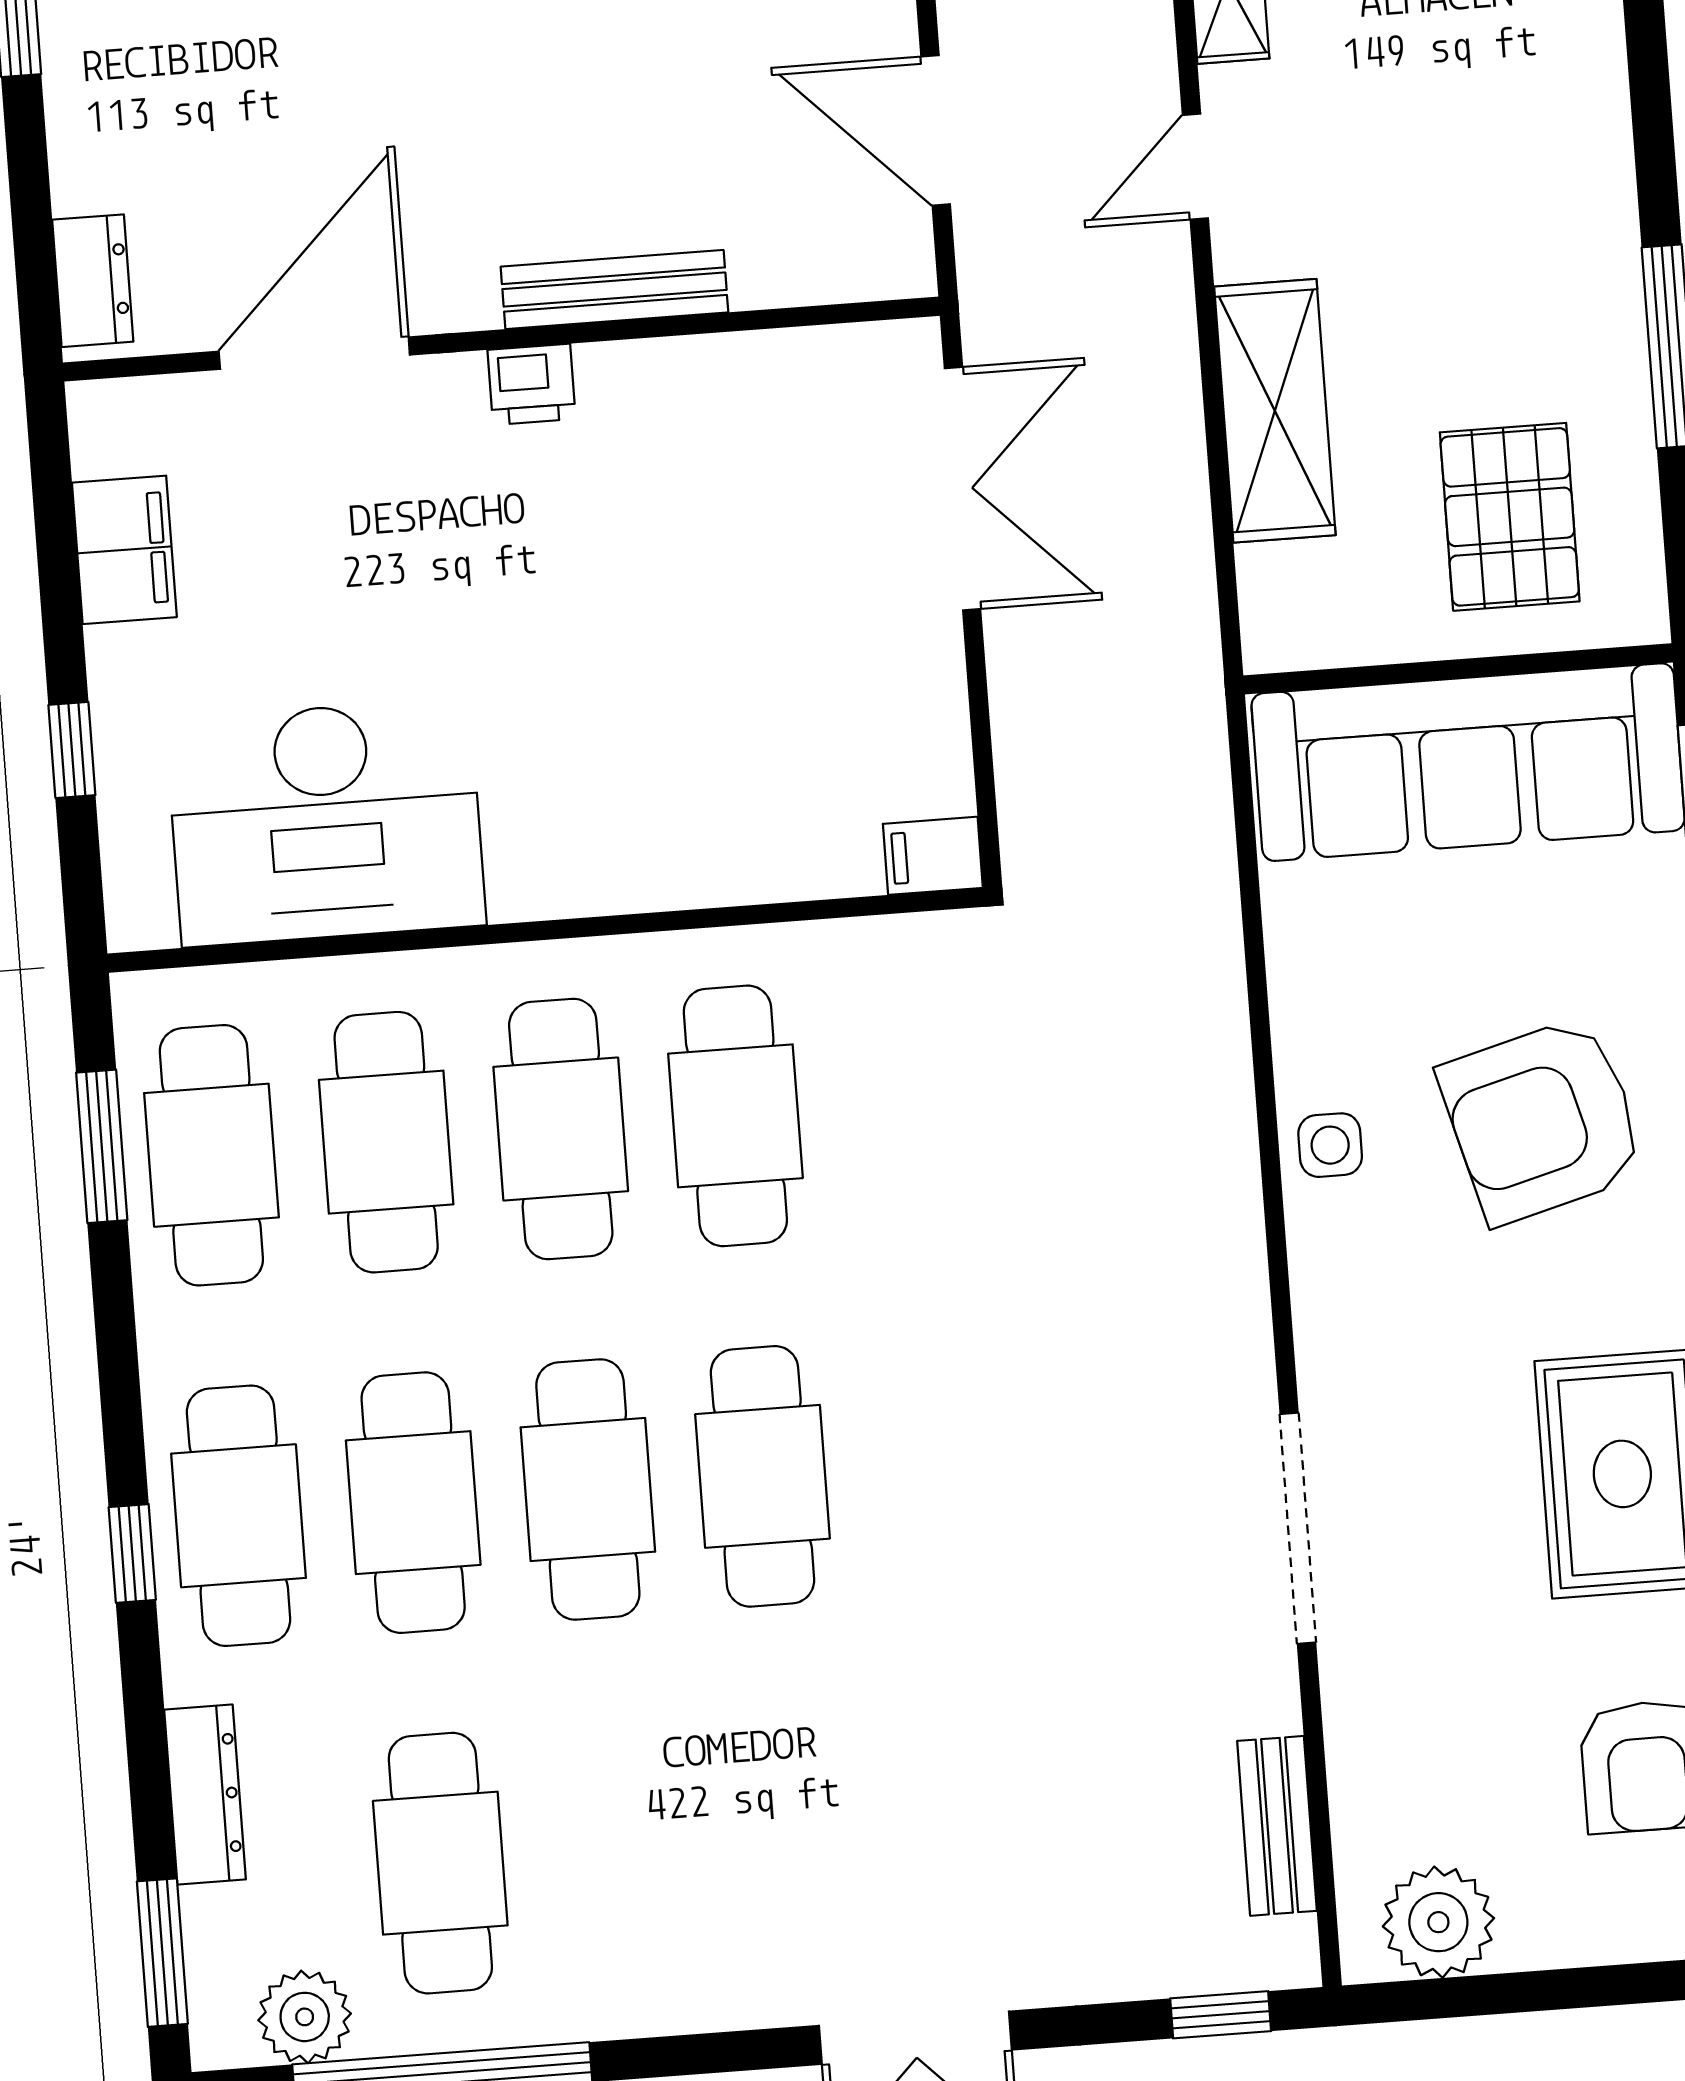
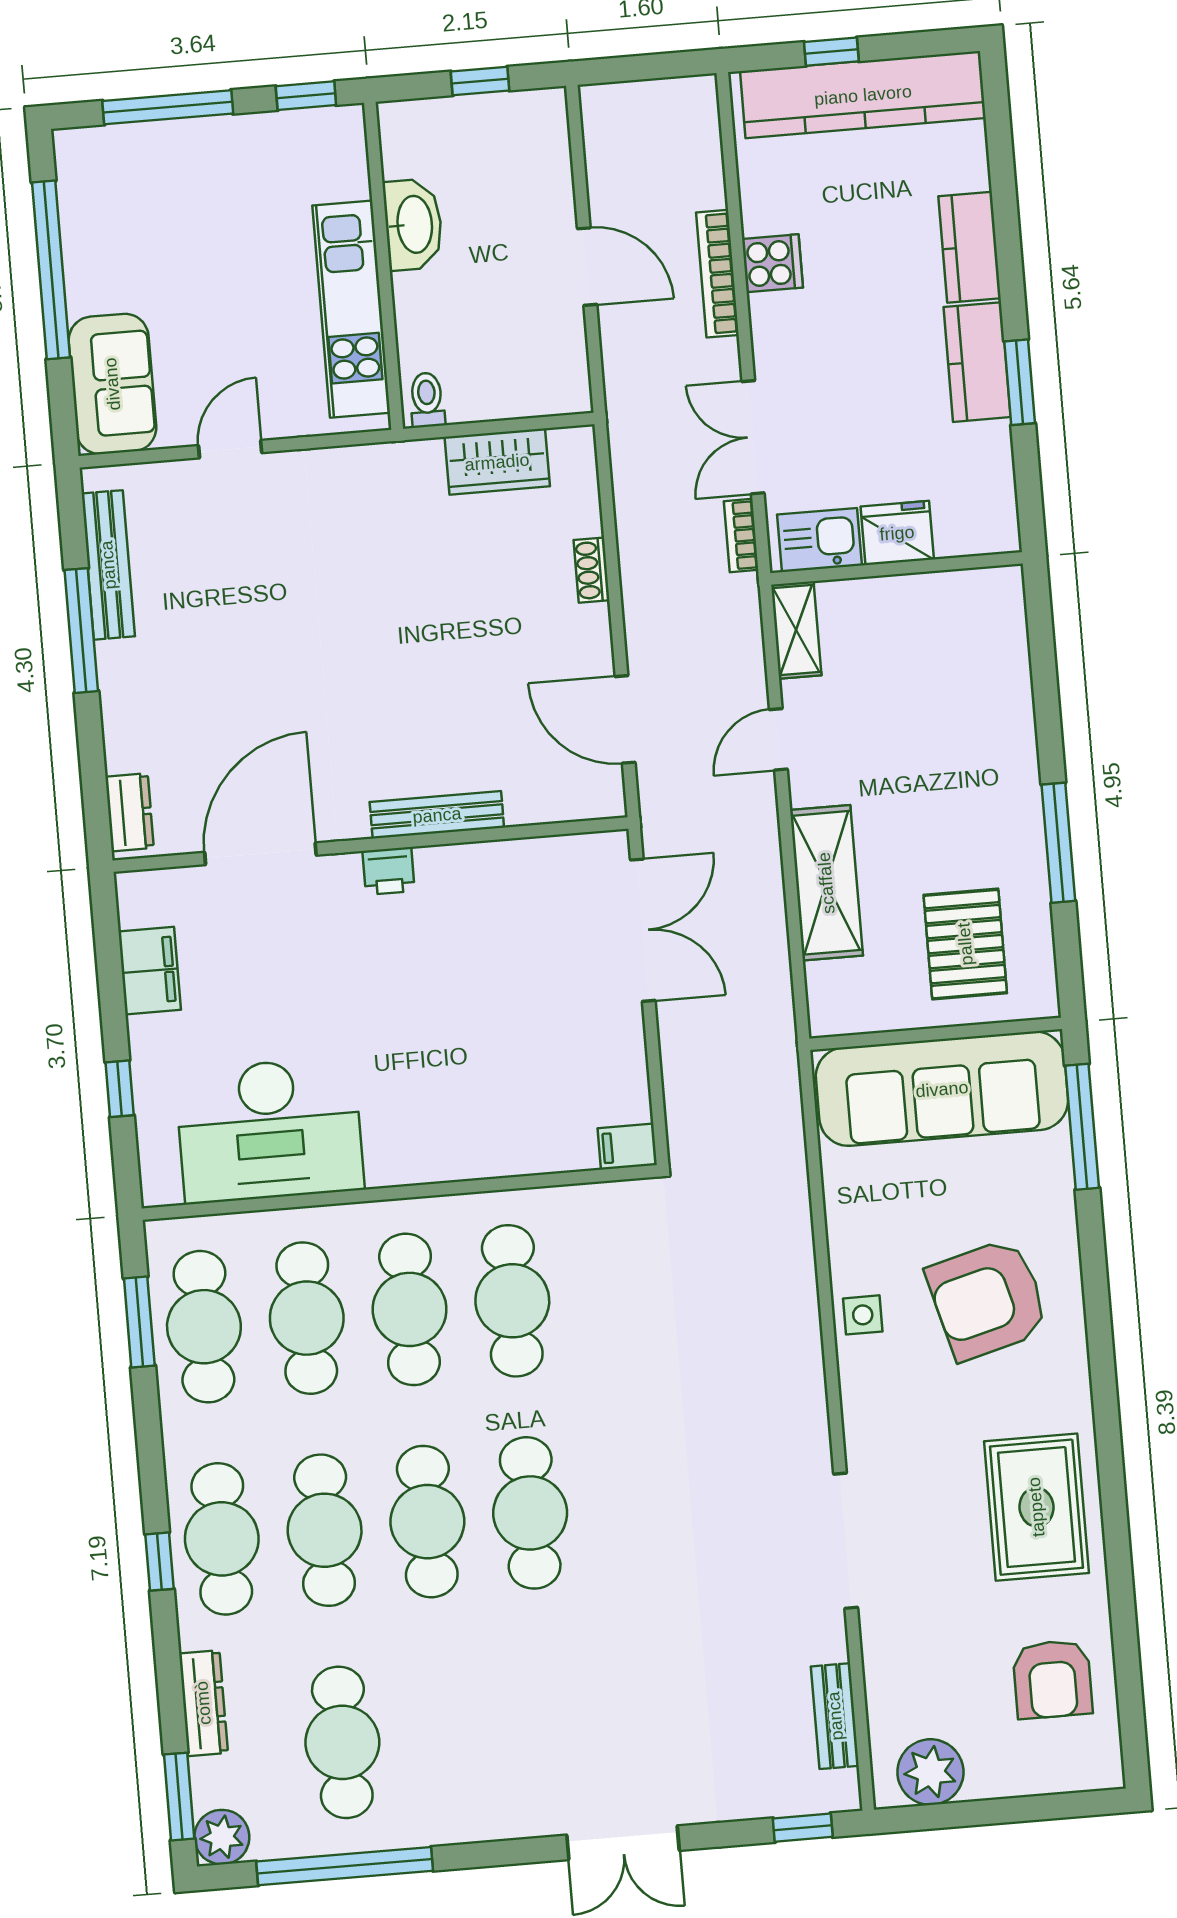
plant: (305, 2017) -> (222, 1837), moved

